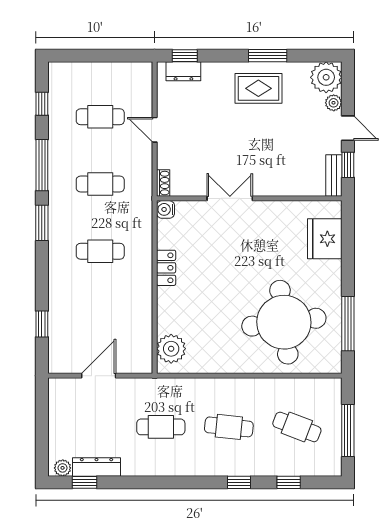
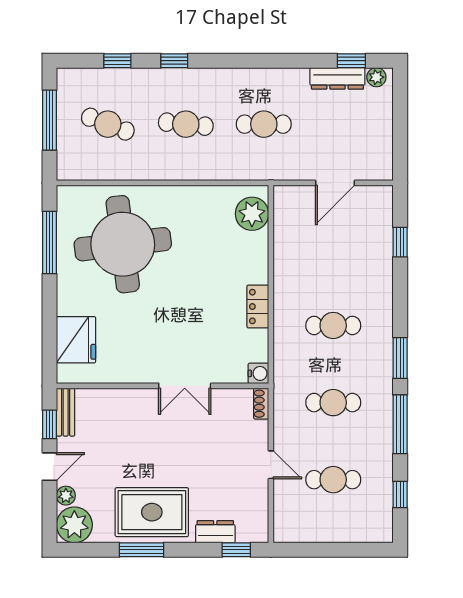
dresser: (183, 71) -> (215, 532), moved
rug: (258, 88) -> (152, 512), width x1.36, depth x1.43
door: (348, 128) -> (49, 467), swing flipped

